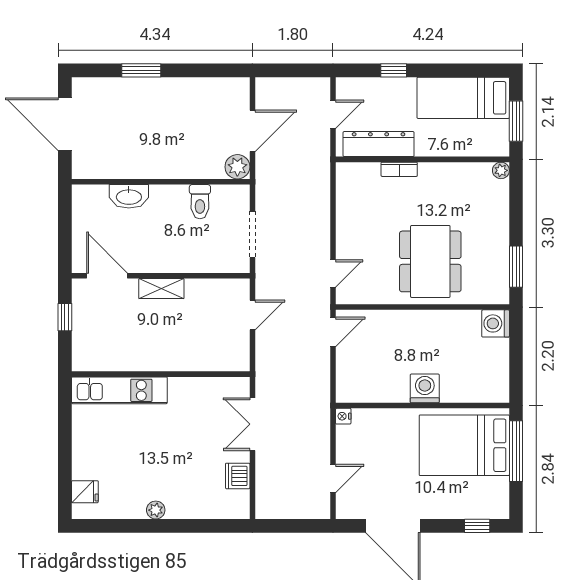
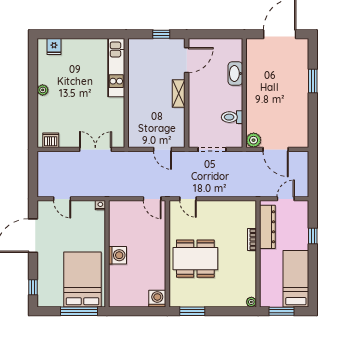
door: (333, 114) -> (286, 199), swing flipped
dishwasher: (238, 476) -> (51, 140), moved

